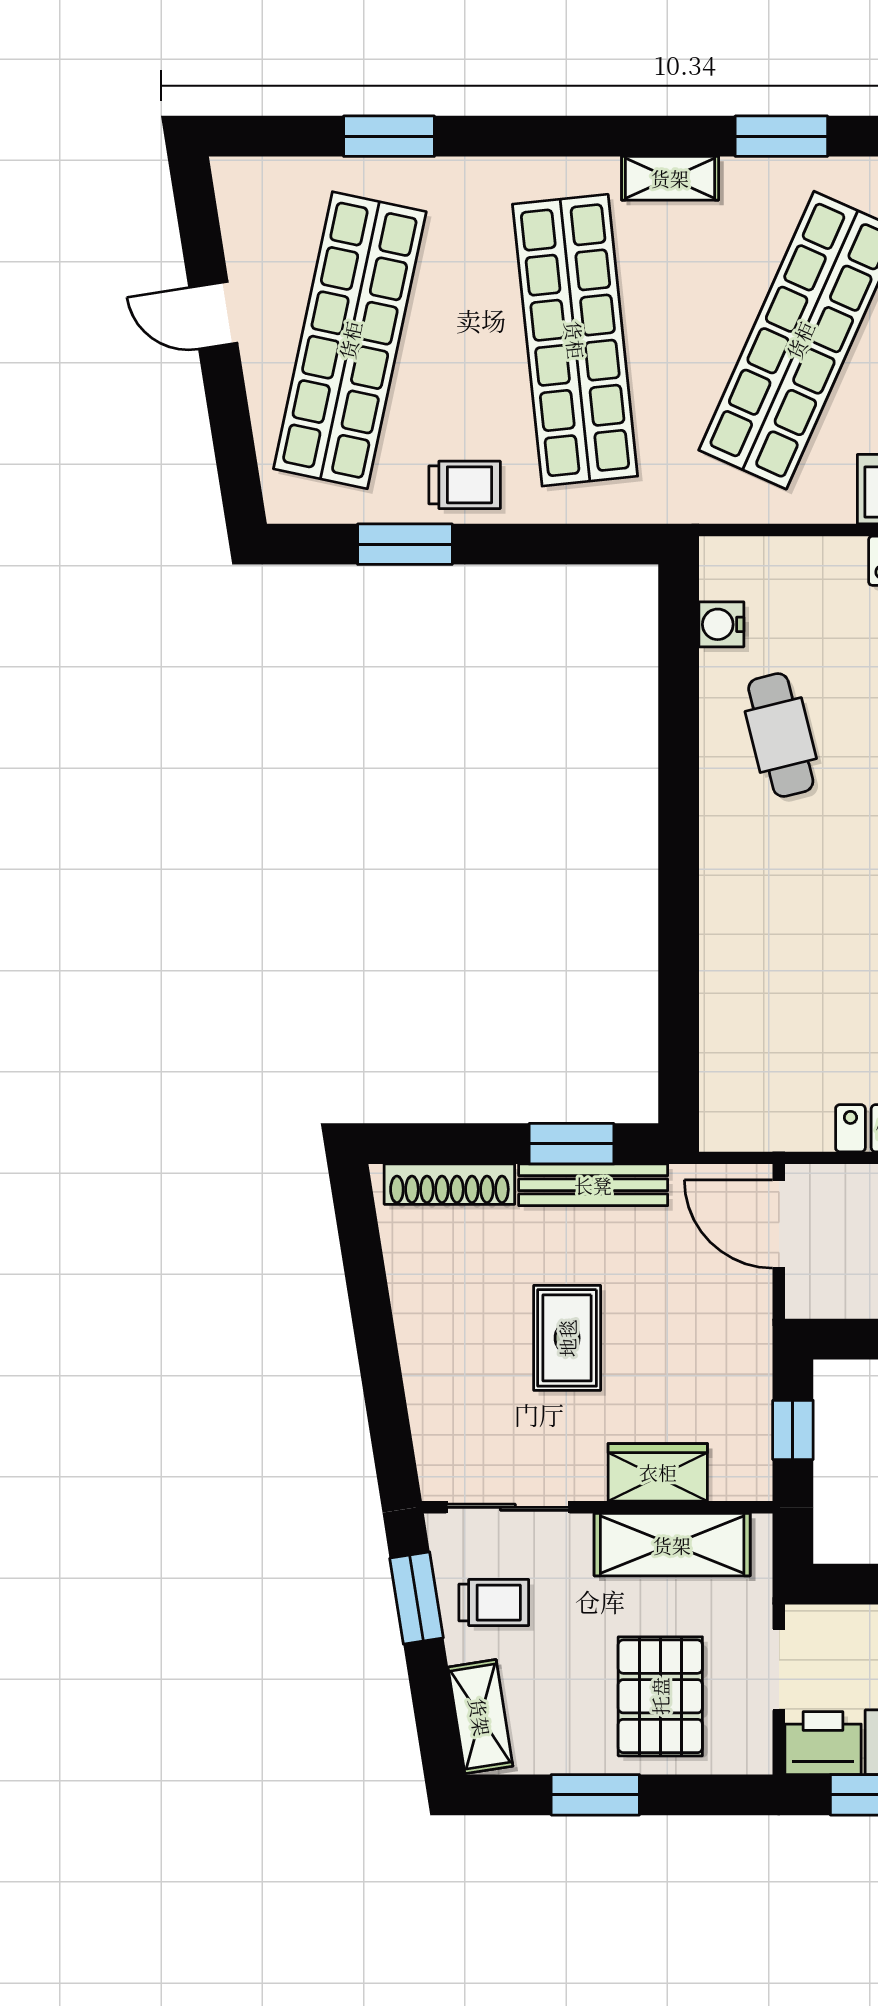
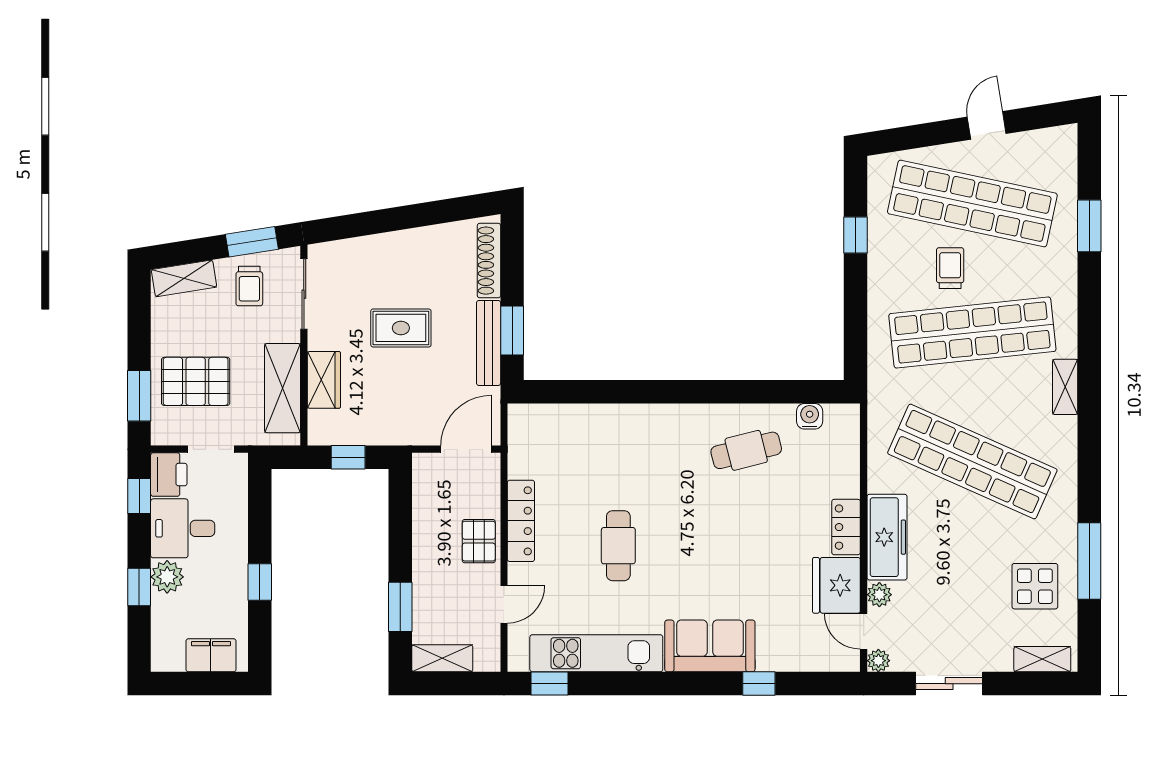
window: (781, 136) -> (1089, 451), removed
trolley: (465, 485) -> (950, 268), moved, turned 180
window: (405, 544) -> (855, 235), width x0.67
window: (595, 1795) -> (139, 396), moved

